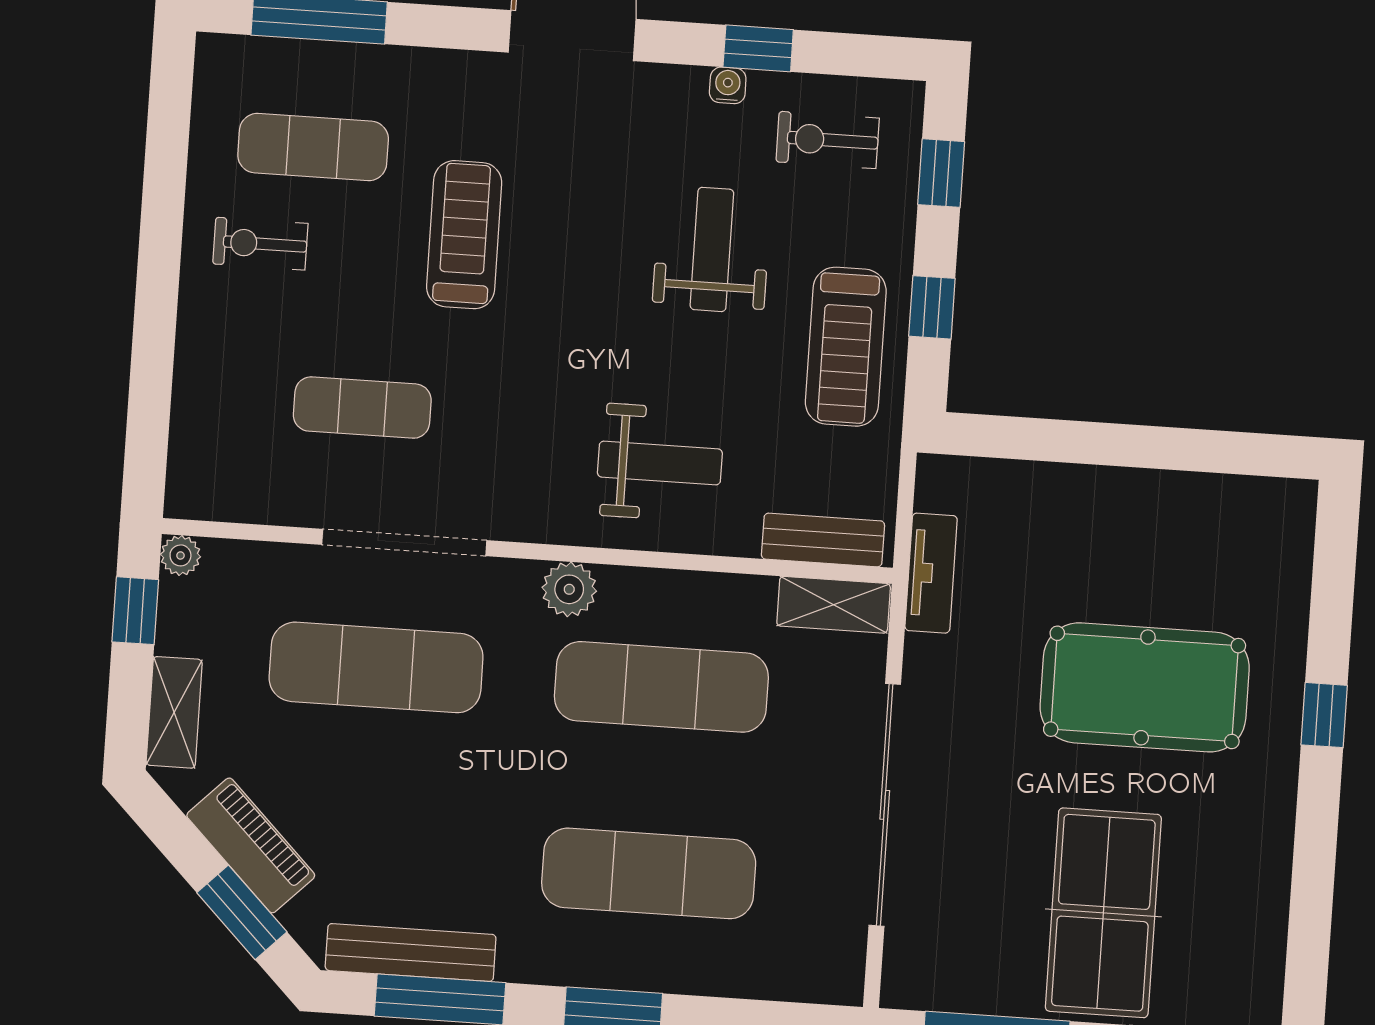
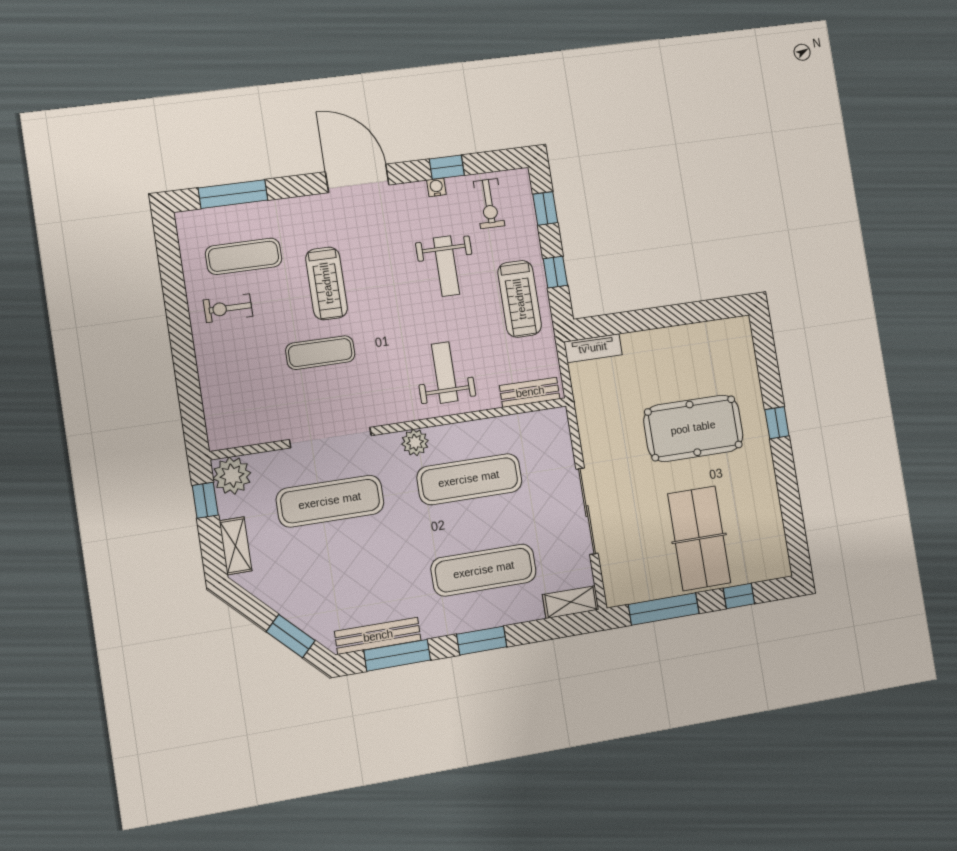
exercise bike: (828, 140) -> (489, 204), turned -90
treadmill: (464, 235) -> (327, 283), turned 180
weight bench: (712, 249) -> (446, 266), turned 180
exercise mat: (362, 408) -> (320, 353), moved
weight bench: (660, 463) -> (445, 373), turned -90
plant: (180, 555) -> (232, 476), width x1.87, depth x1.87
tv unit: (931, 573) -> (593, 348), moved, turned 90
shelving: (834, 605) -> (571, 602), moved
sliding door: (885, 805) -> (587, 511), width x0.73
piano: (251, 845) -> (288, 602), removed

